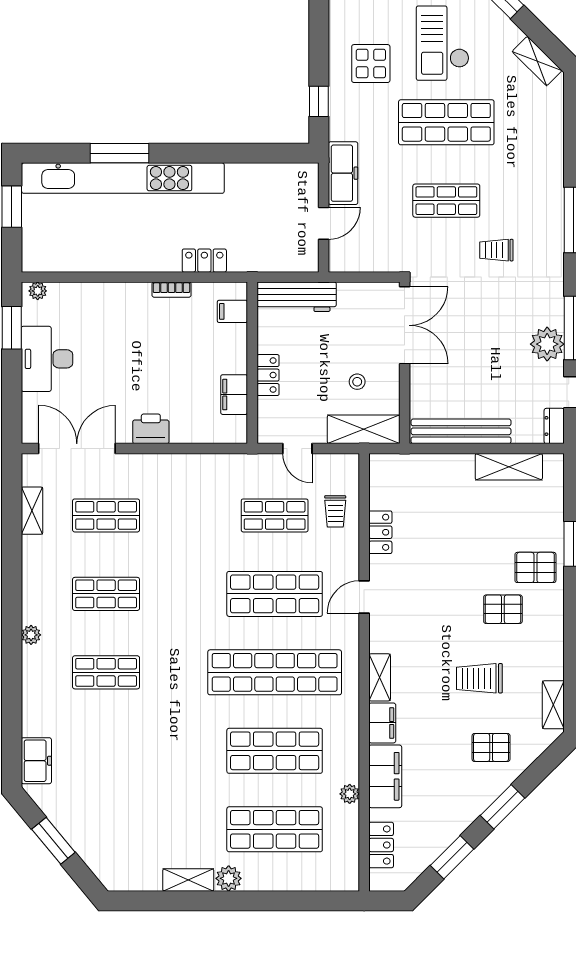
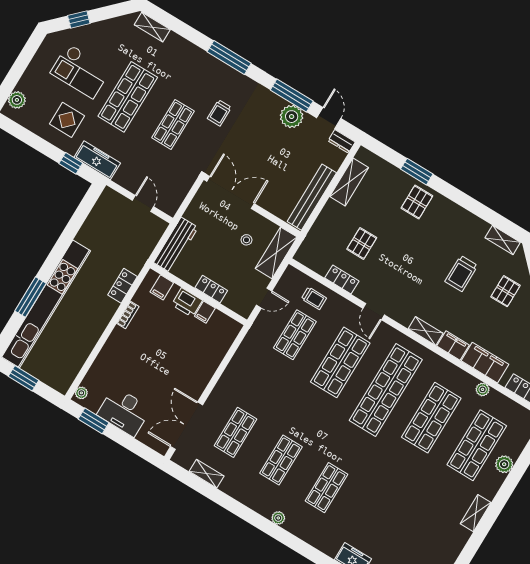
shelving: (537, 61) -> (152, 27), moved, turned 45
freezer: (343, 173) -> (97, 160), moved
filing cabinet: (234, 395) -> (205, 312), width x0.50
printer: (151, 429) -> (187, 302), moved, turned -90
pallet: (503, 609) -> (362, 243), moved
plant: (229, 878) -> (504, 464), moved

